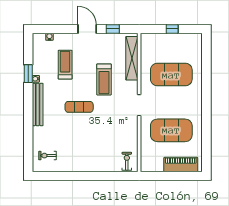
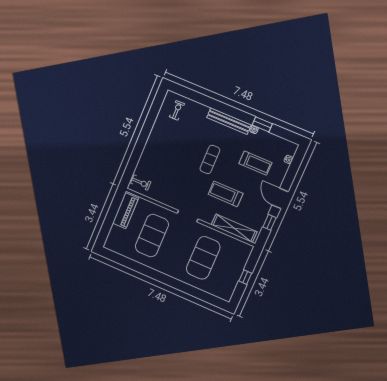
door: (87, 29) -> (280, 198), swing flipped
piano: (181, 165) -> (125, 211), moved

